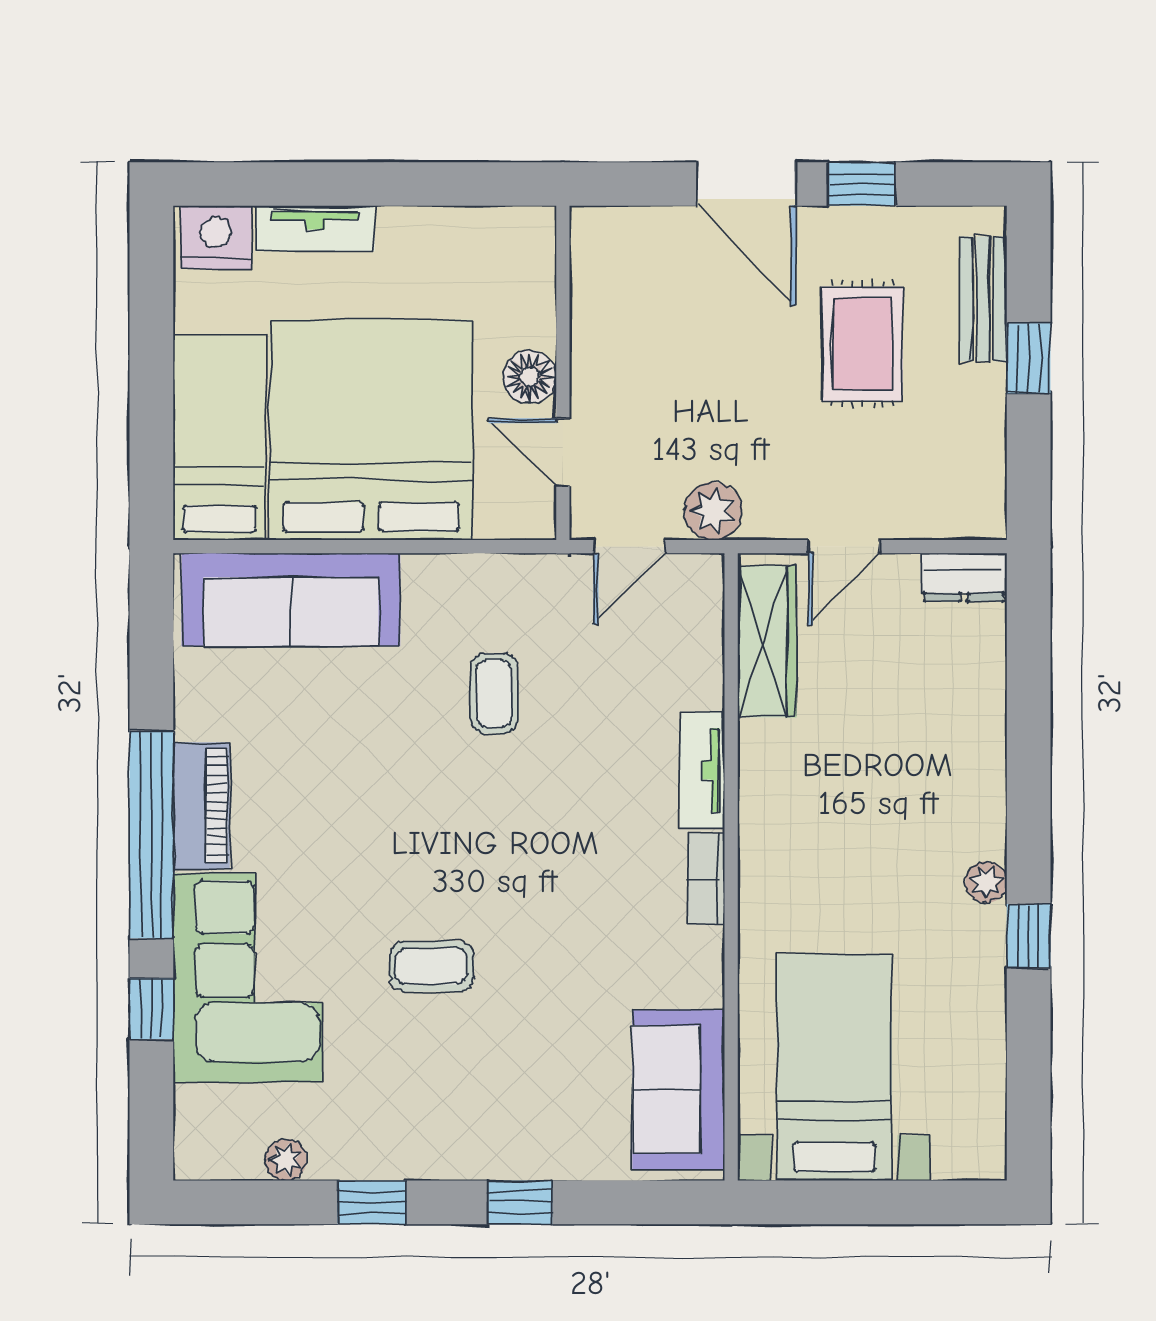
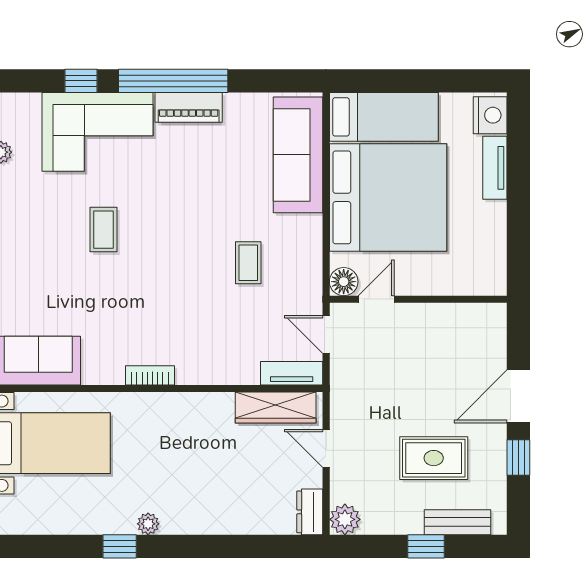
floor lamp: (530, 377) -> (344, 282), moved
plant: (713, 511) -> (345, 519), moved
coffee table: (494, 693) -> (248, 263), turned 90
tv unit: (702, 770) -> (292, 373), moved

